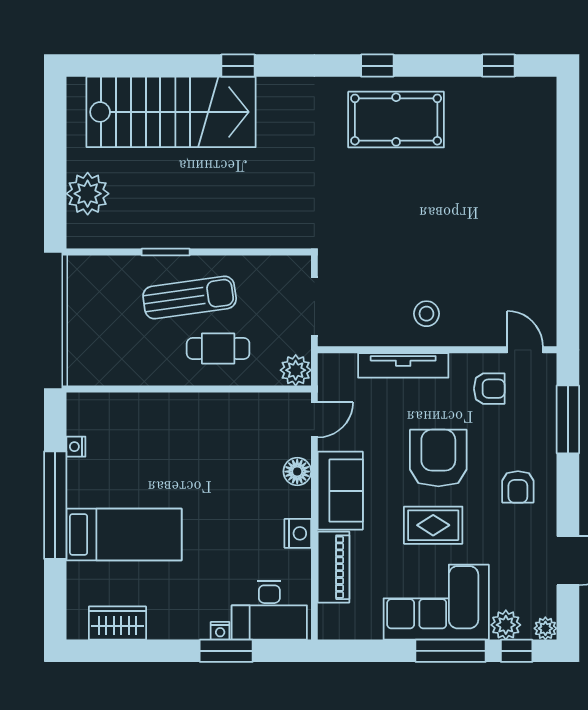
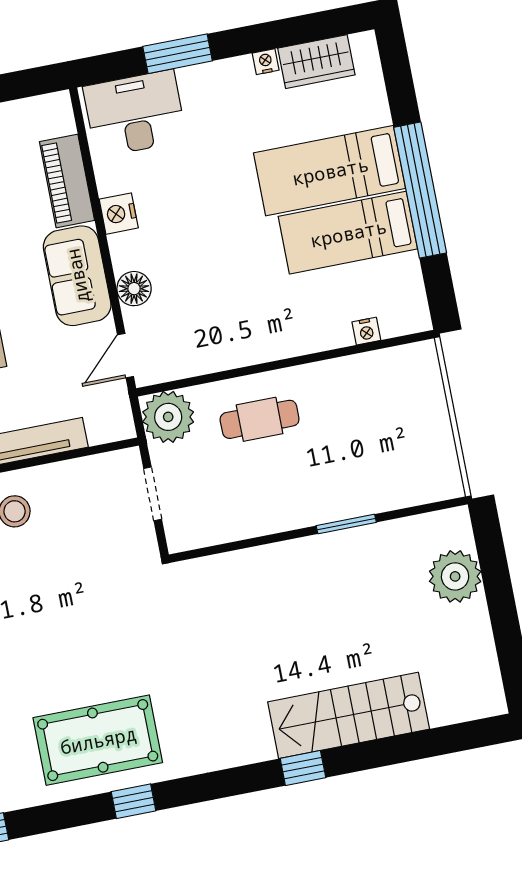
stairs: (171, 112) -> (349, 715), width x0.73, depth x0.66
sun lounger: (190, 297) -> (306, 475), removed
doorway: (314, 306) -> (153, 494), width x0.73
plant: (296, 370) -> (168, 417), width x1.36, depth x1.36
nightstand: (76, 447) -> (366, 331), moved, turned 90
bed: (119, 483) -> (348, 233), added
nightstand: (220, 631) -> (266, 62), moved

